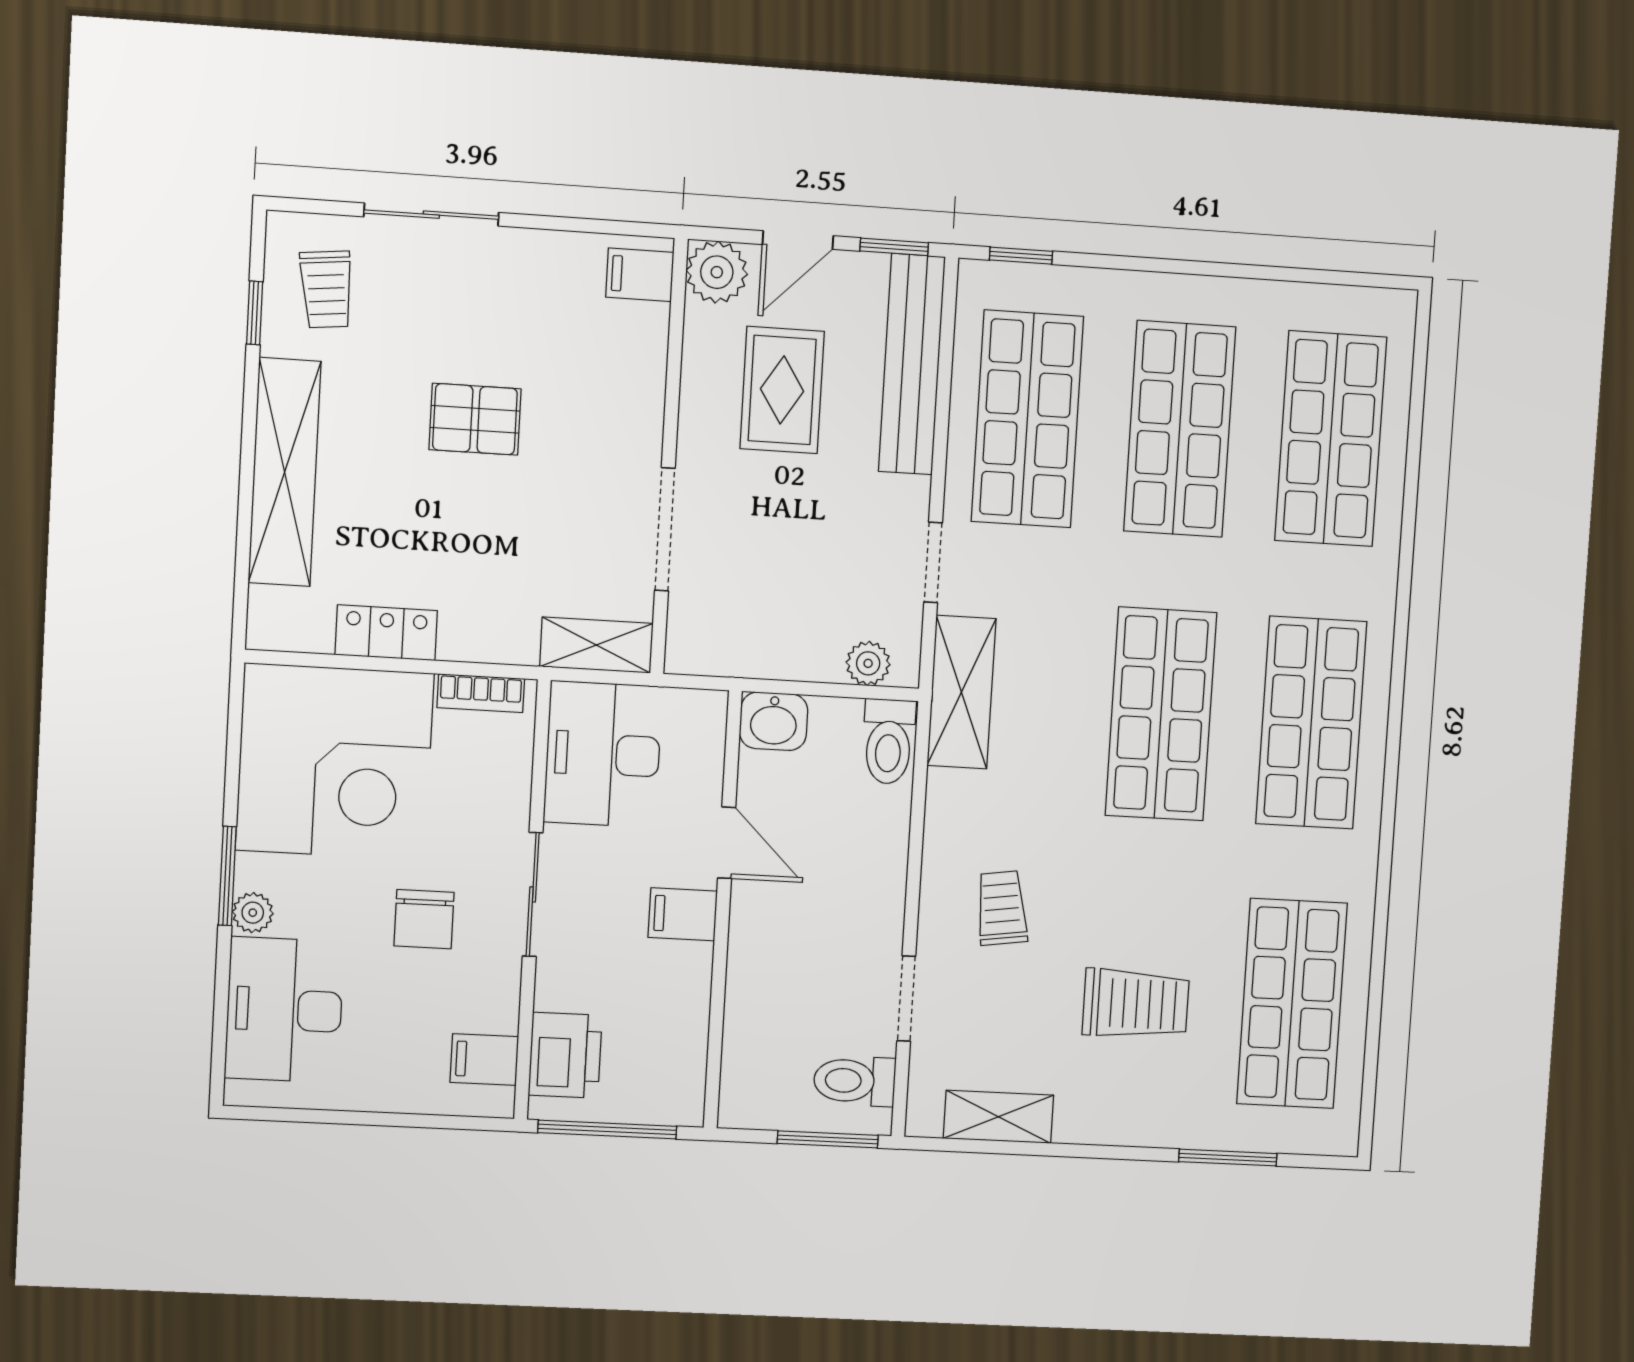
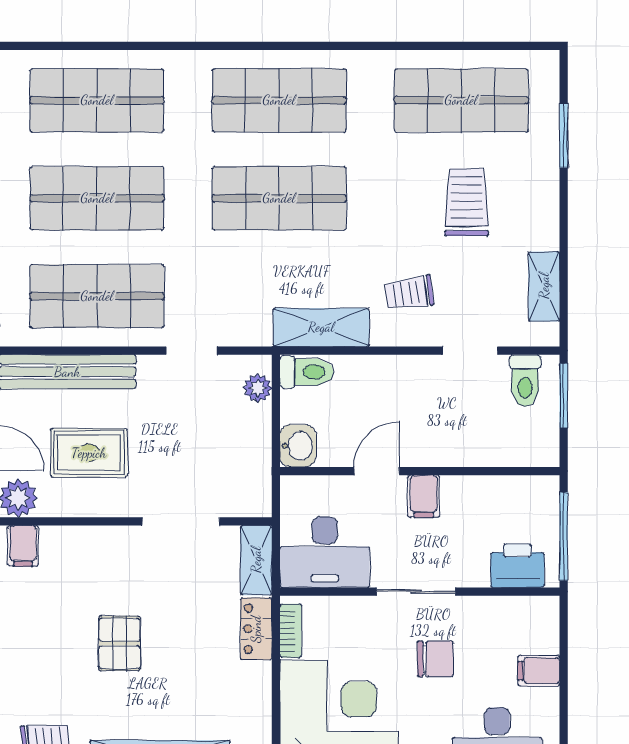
locker: (386, 633) -> (256, 629), moved
shelving: (961, 692) -> (321, 327), moved
filing cabinet: (484, 1060) -> (539, 671), moved, turned 90

